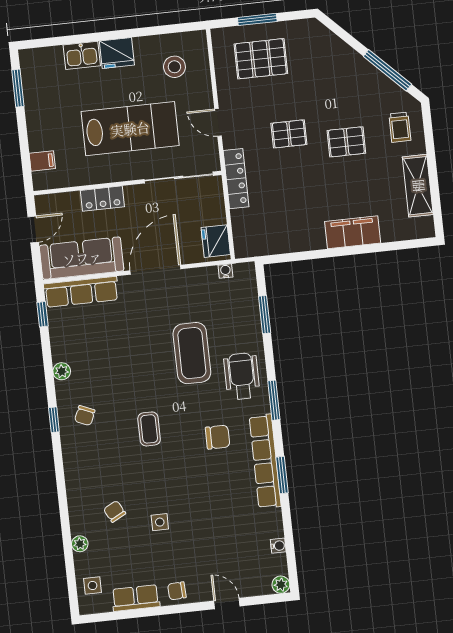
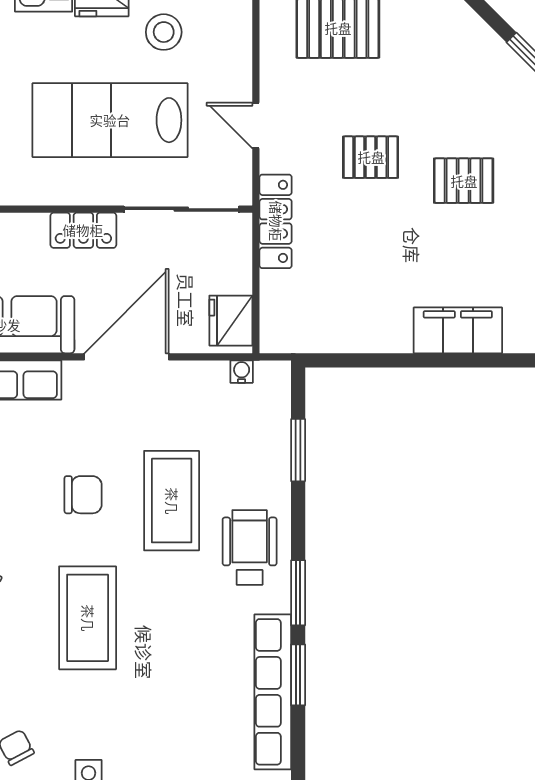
stool: (174, 67) -> (164, 32), moved
lab bench: (130, 129) -> (110, 120), turned 180
locker: (102, 199) -> (83, 230), moved
coffee table: (149, 429) -> (88, 618), width x1.86, depth x1.72
chair: (218, 437) -> (83, 495), moved
window: (282, 475) -> (298, 675), moved

